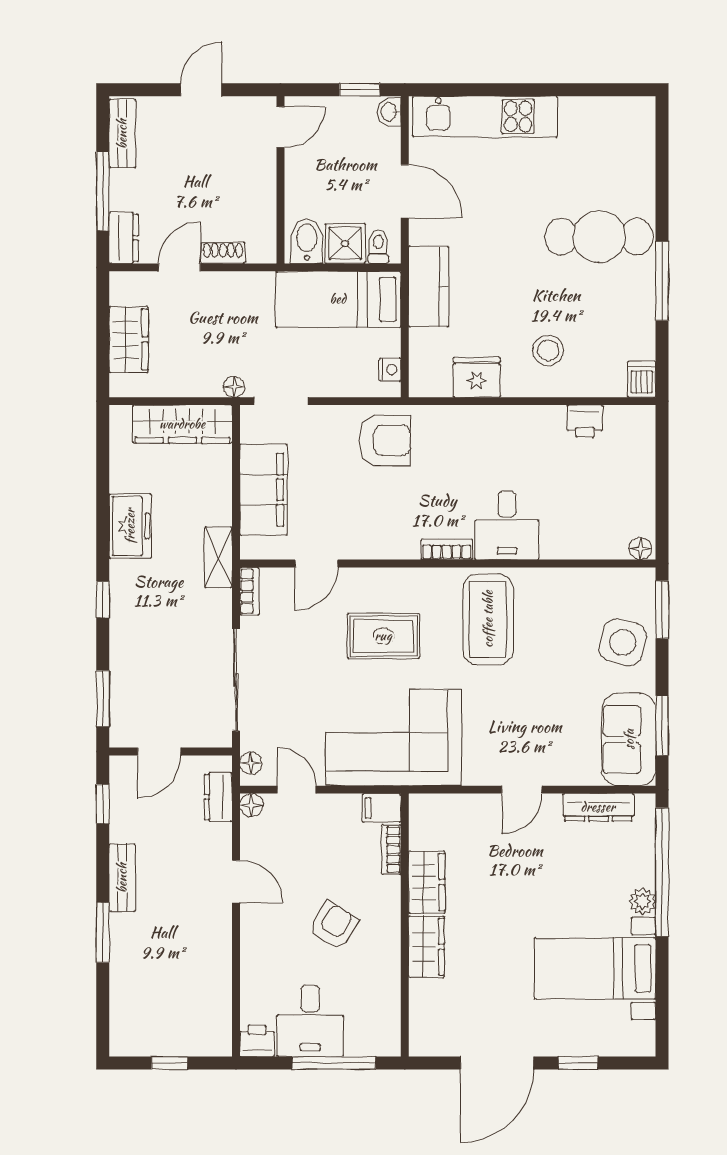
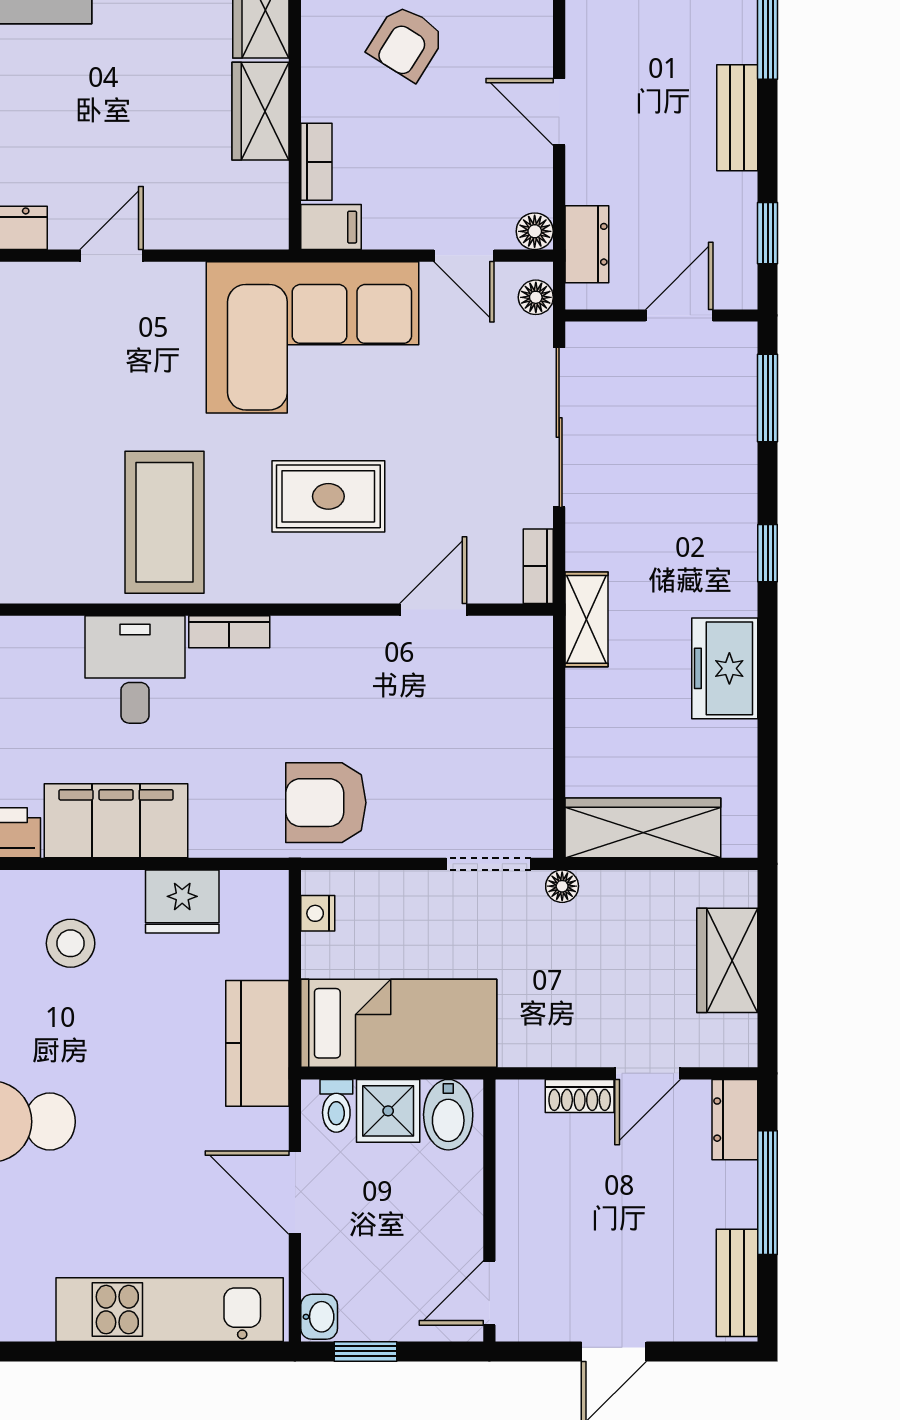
filing cabinet: (263, 490) -> (116, 821), moved, turned 90

